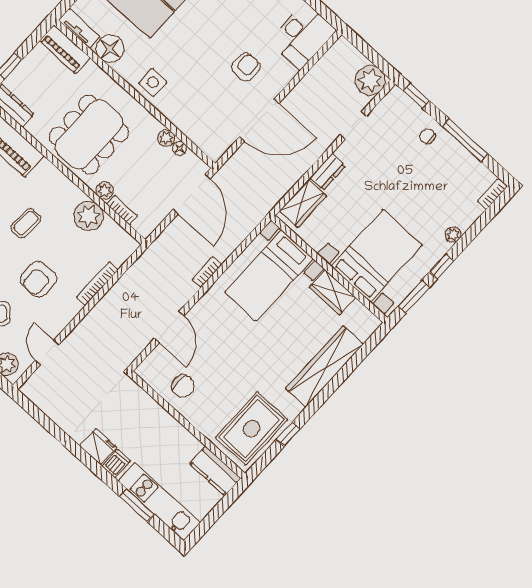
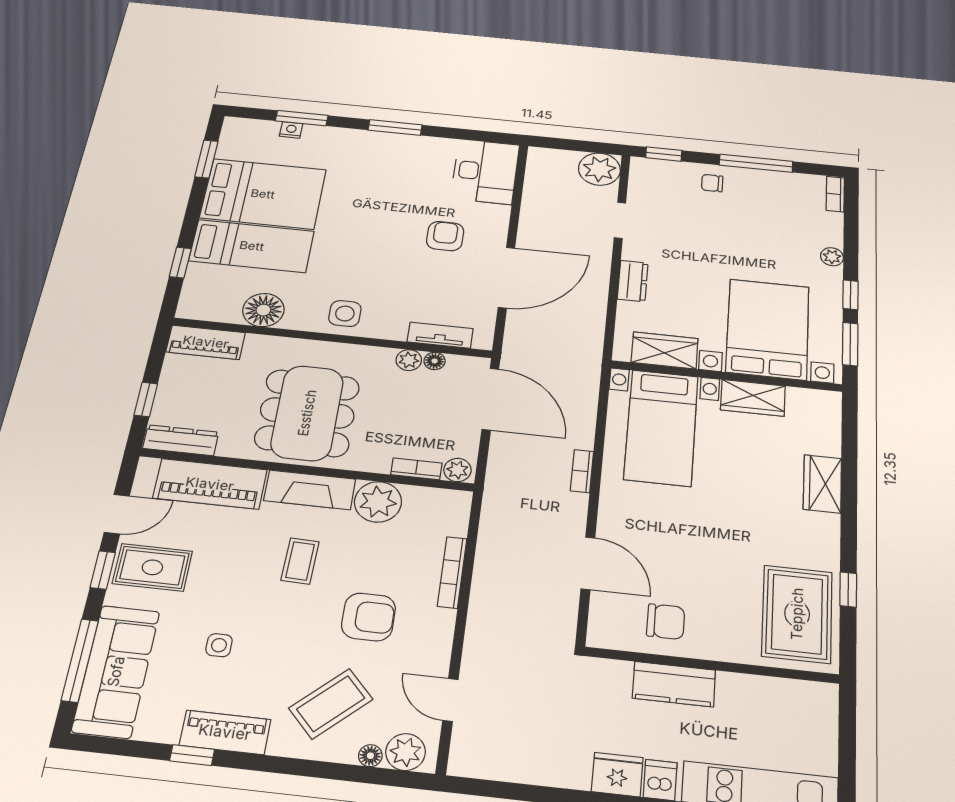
tv unit: (79, 28) -> (440, 335), moved
fireplace: (58, 184) -> (310, 490), added
plant: (104, 191) -> (457, 470), moved
wardrobe: (303, 203) -> (665, 350), moved, turned -90
armchair: (38, 279) -> (369, 617), turned -90
wardrobe: (324, 367) -> (822, 484), width x0.48, depth x0.85
kitchen counter: (215, 471) -> (674, 684), moved

